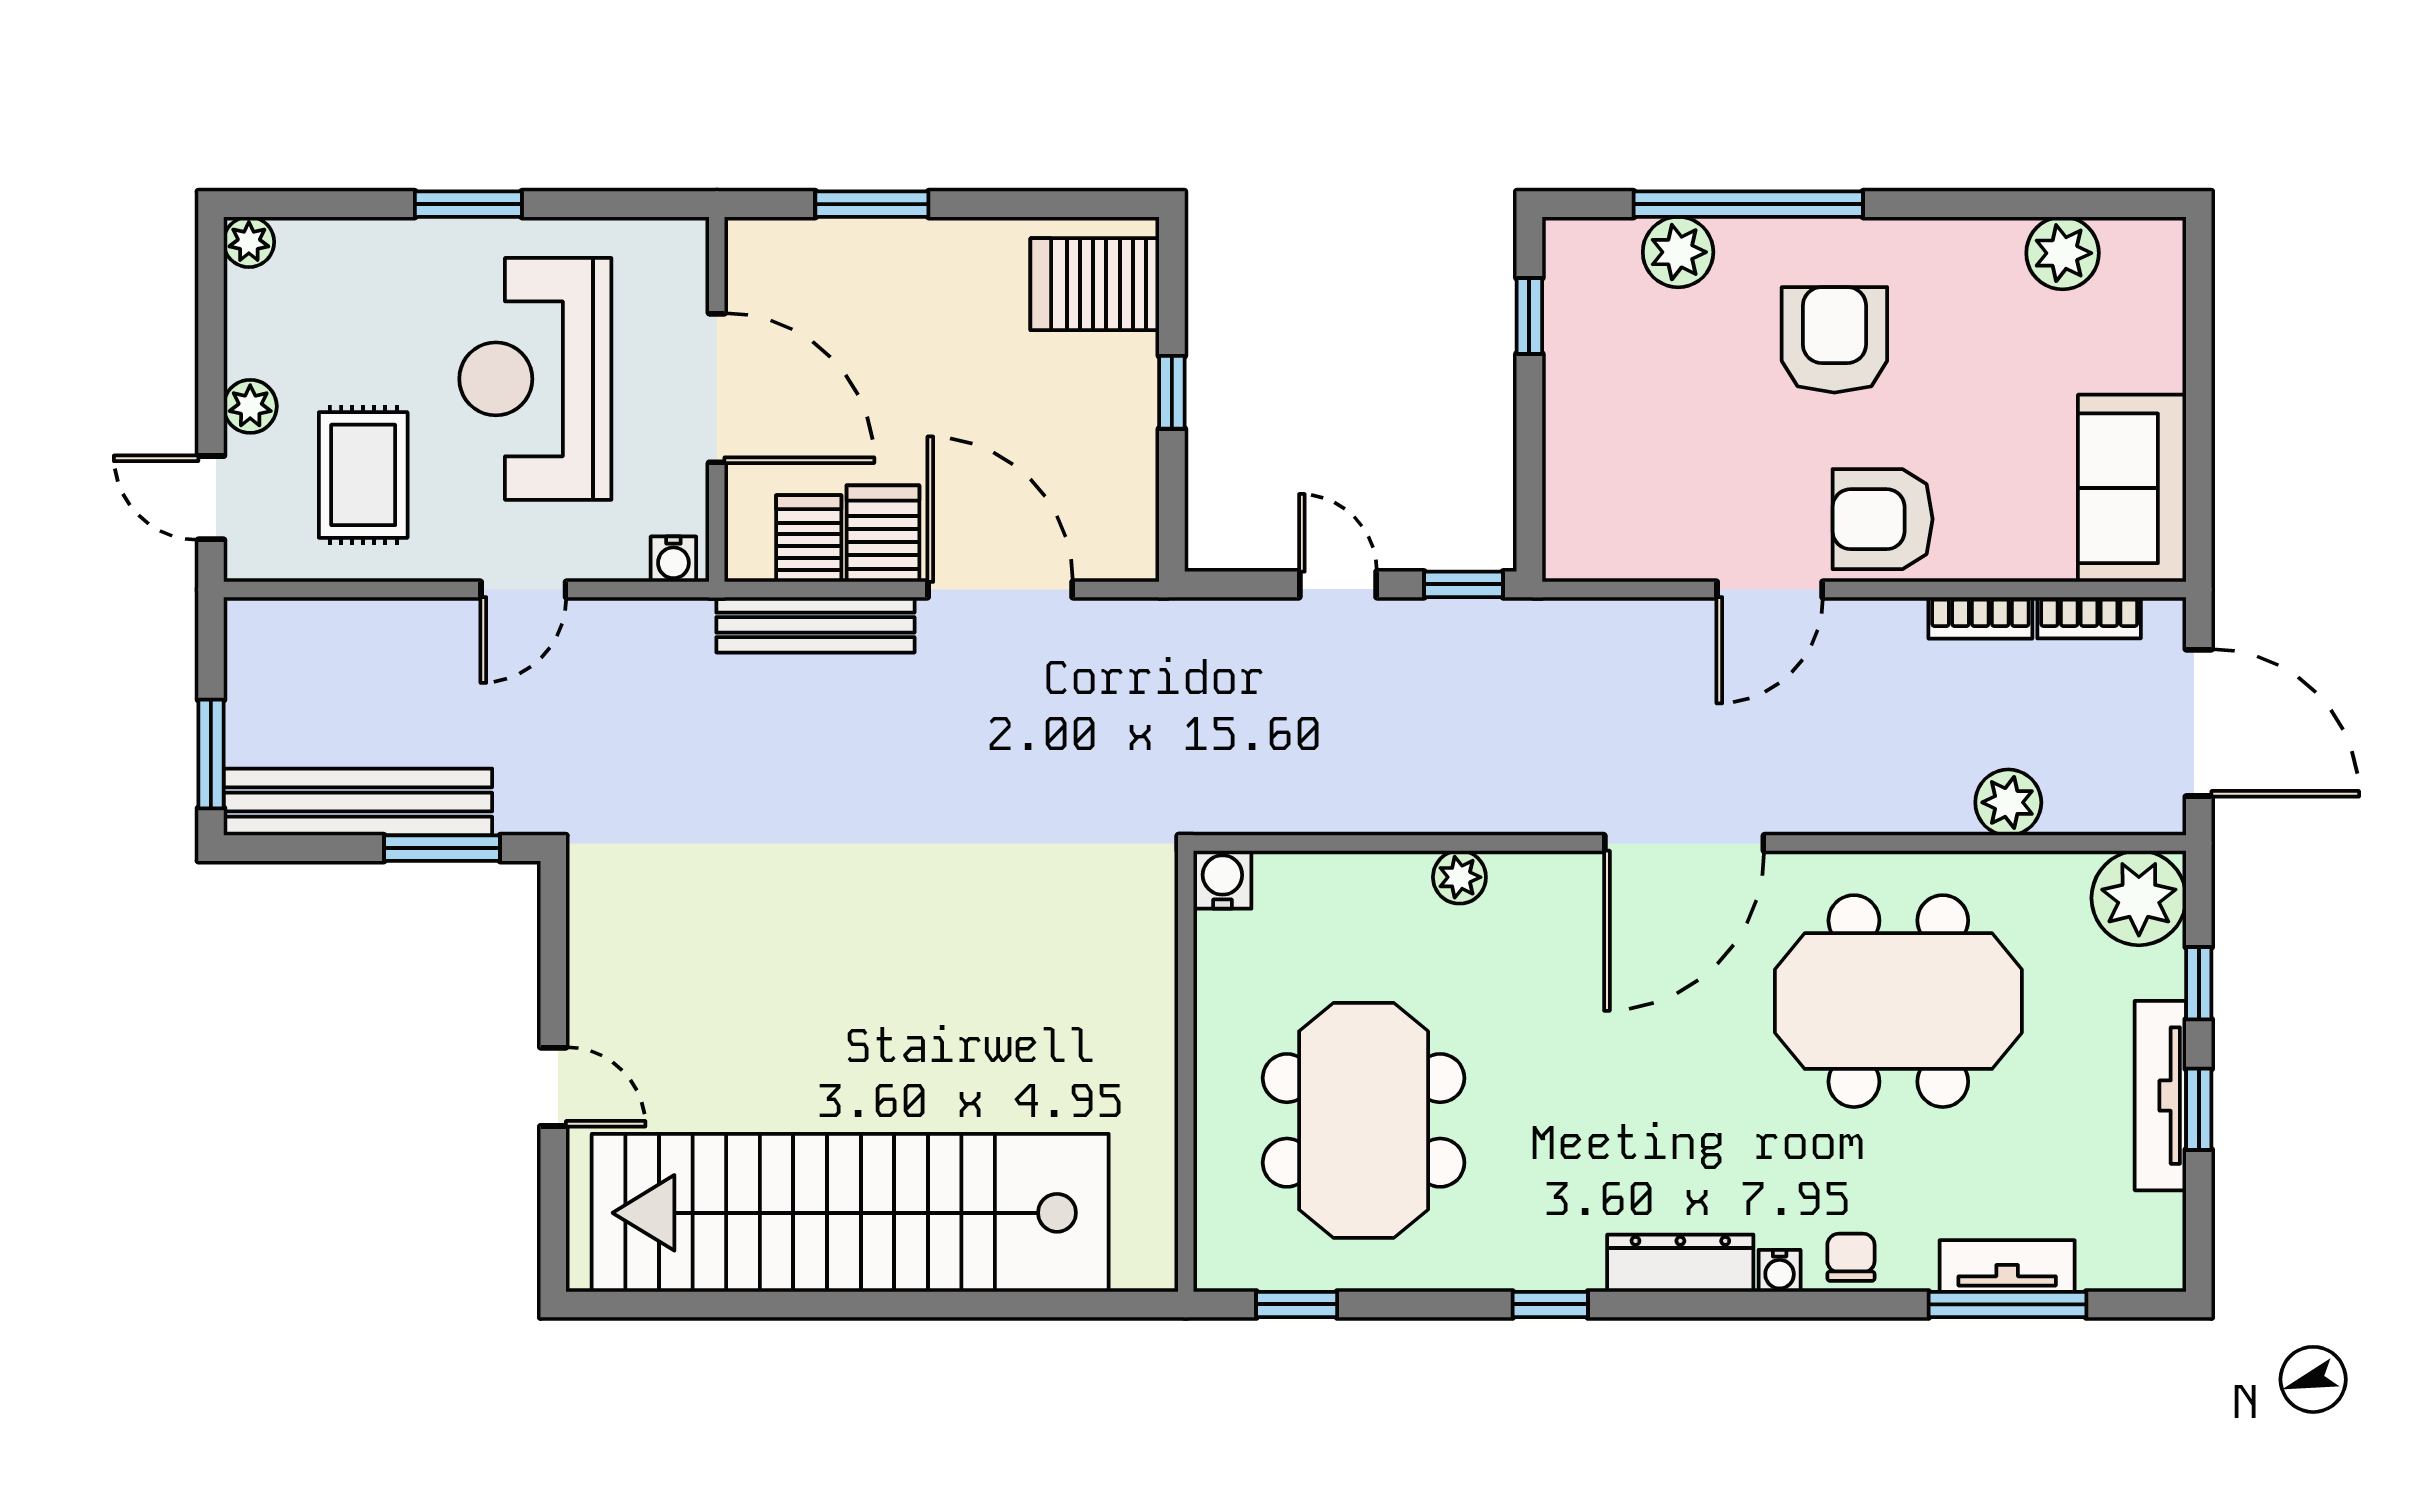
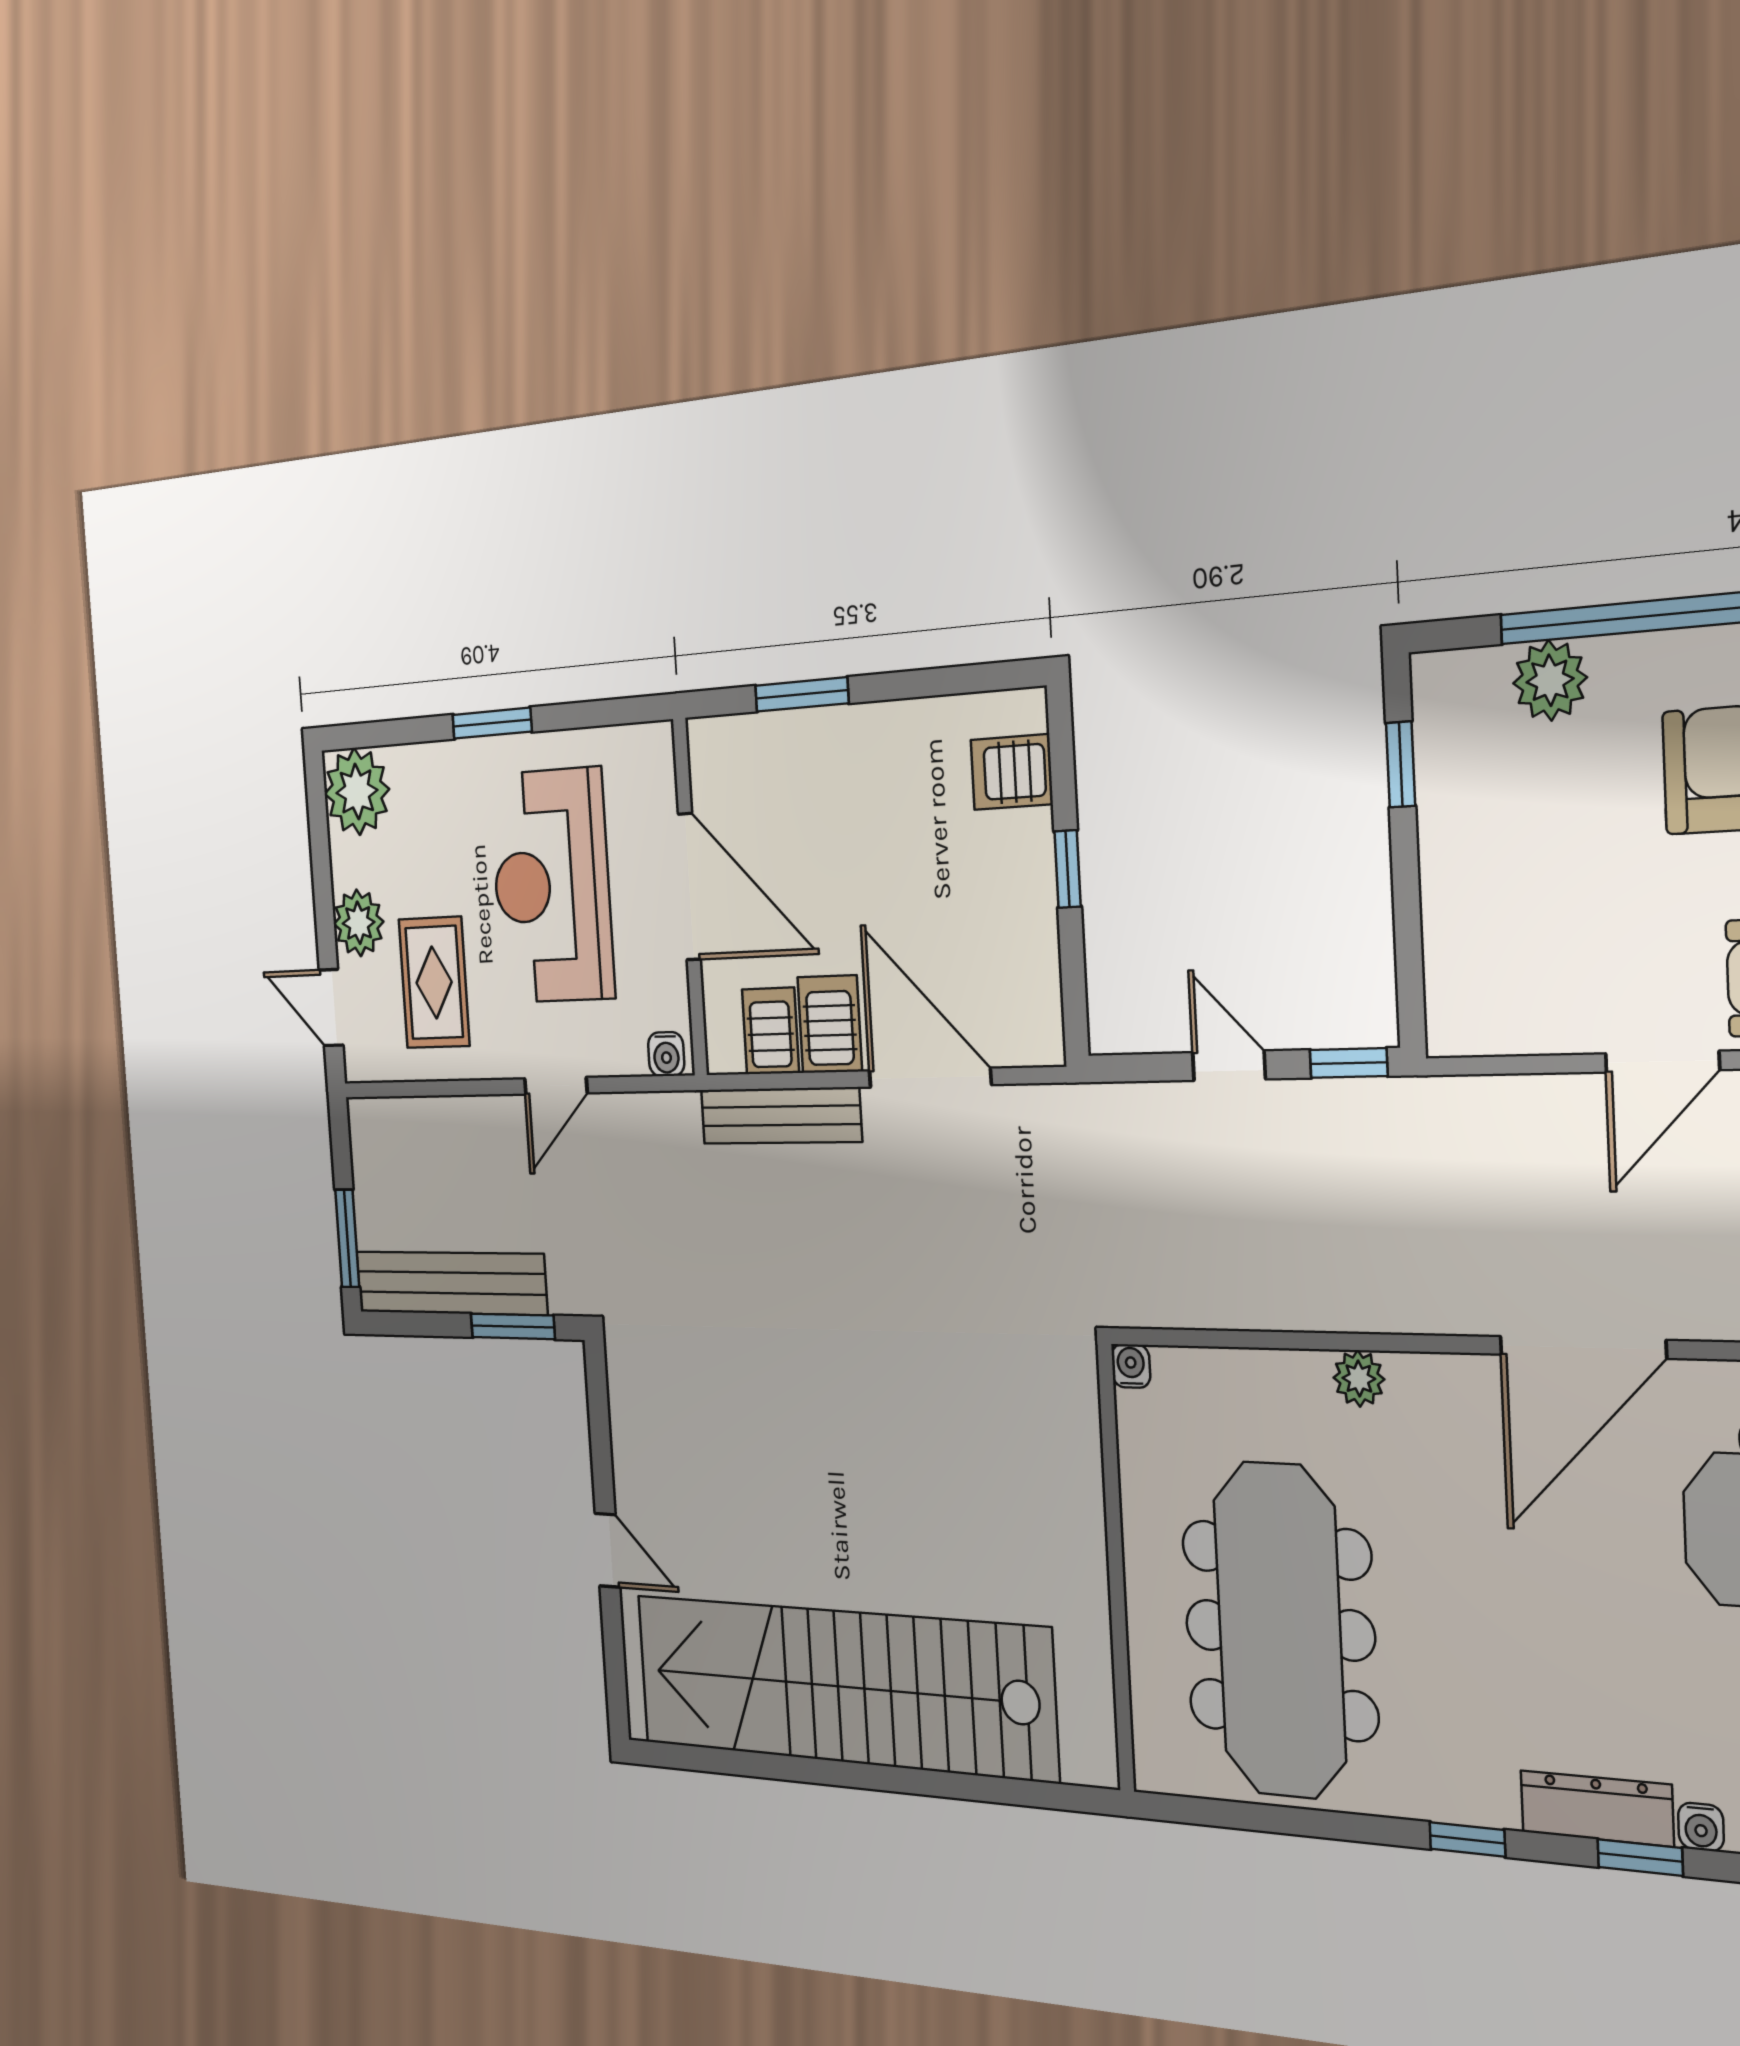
plant: (249, 242) -> (357, 791), width x1.87, depth x1.87
server rack: (1095, 284) -> (1012, 772), width x0.73, depth x0.70
plant: (250, 406) -> (359, 923), width x1.38, depth x1.38
water cooler: (1222, 880) -> (1131, 1366), width x0.72, depth x0.72
meeting table: (1364, 1120) -> (1280, 1630), width x1.36
window: (1297, 1304) -> (1640, 1858), moved

